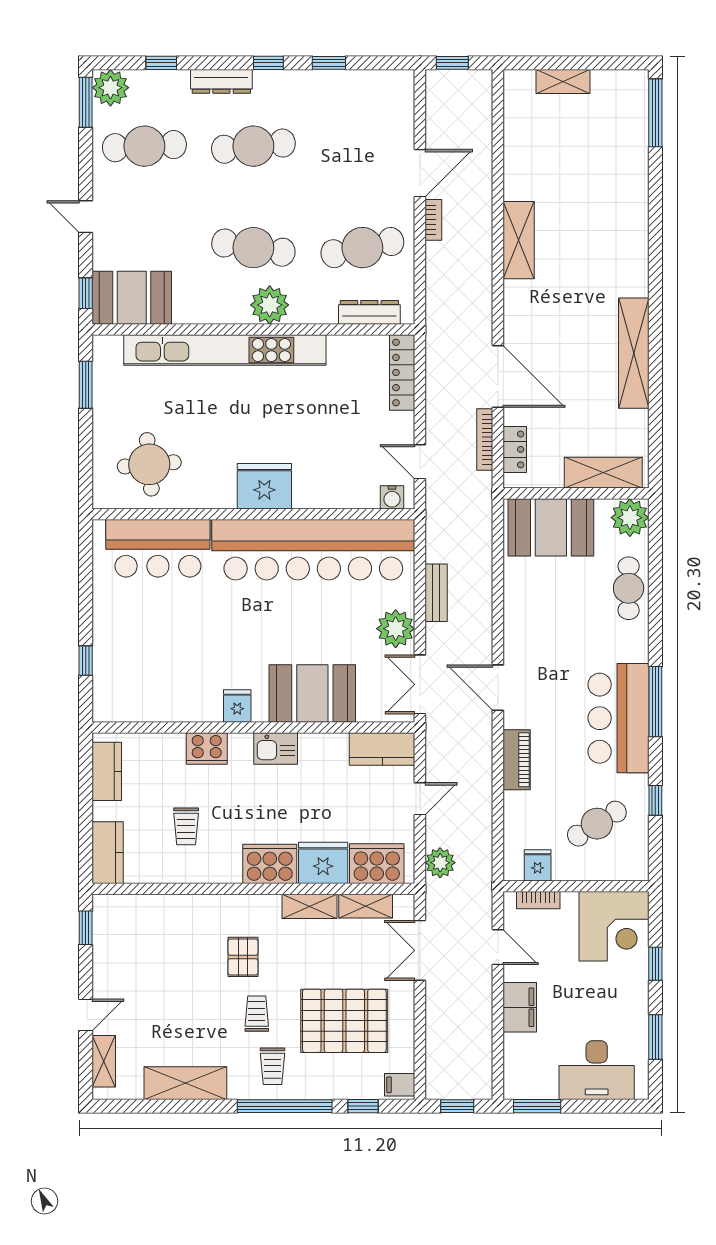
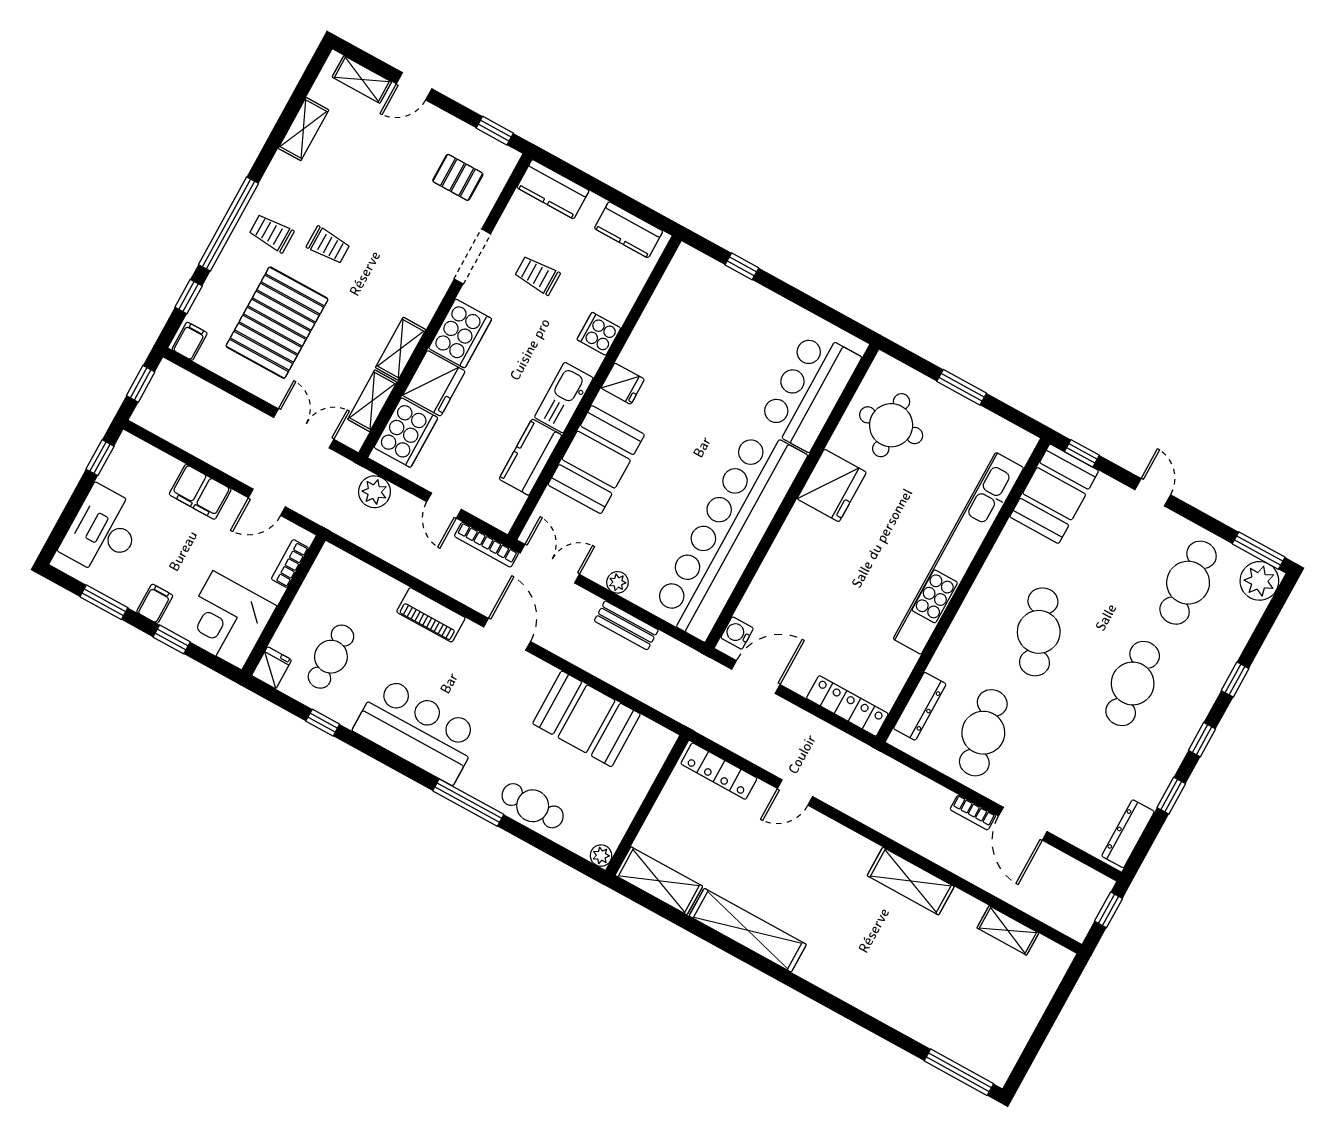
window: (161, 63) -> (1235, 680), moved
dresser: (221, 81) -> (1128, 834), moved
shelving: (563, 81) -> (1008, 930), moved, turned 90
door: (86, 217) -> (1153, 492), hinge flipped
cafe table: (253, 248) -> (1039, 632), turned -30
plant: (270, 305) -> (977, 618), removed
door: (498, 377) -> (795, 793), width x0.53
window: (86, 385) -> (962, 387), moved
bookcase: (485, 440) -> (486, 545), moved, turned 180
locker: (515, 449) -> (719, 771), width x1.53
door: (420, 462) -> (756, 677), width x1.38
shelving: (603, 473) -> (659, 881), moved, turned 90
fridge: (264, 486) -> (832, 485), moved
plant: (630, 518) -> (601, 856), width x0.53, depth x0.53
booth: (551, 527) -> (587, 719), moved, turned 90
plant: (396, 629) -> (617, 582), width x0.53, depth x0.53
door: (498, 688) -> (507, 634), hinge flipped
window: (655, 702) -> (468, 803), moved
cooker: (207, 749) -> (599, 334), width x0.73
kitchen sink: (276, 749) -> (564, 398), width x1.38
kitchen counter: (382, 749) -> (530, 457), moved
cafe table: (597, 824) -> (331, 657), turned 32
fridge: (538, 865) -> (272, 668), moved, turned -90
doorway: (200, 889) -> (472, 256), added
pallet: (243, 957) -> (458, 177), moved
filing cabinet: (633, 994) -> (155, 604), added
door: (86, 1015) -> (414, 86), hinge flipped
shelving: (185, 1083) -> (303, 129), width x0.67, depth x0.75
window: (537, 1106) -> (100, 458), width x0.67

